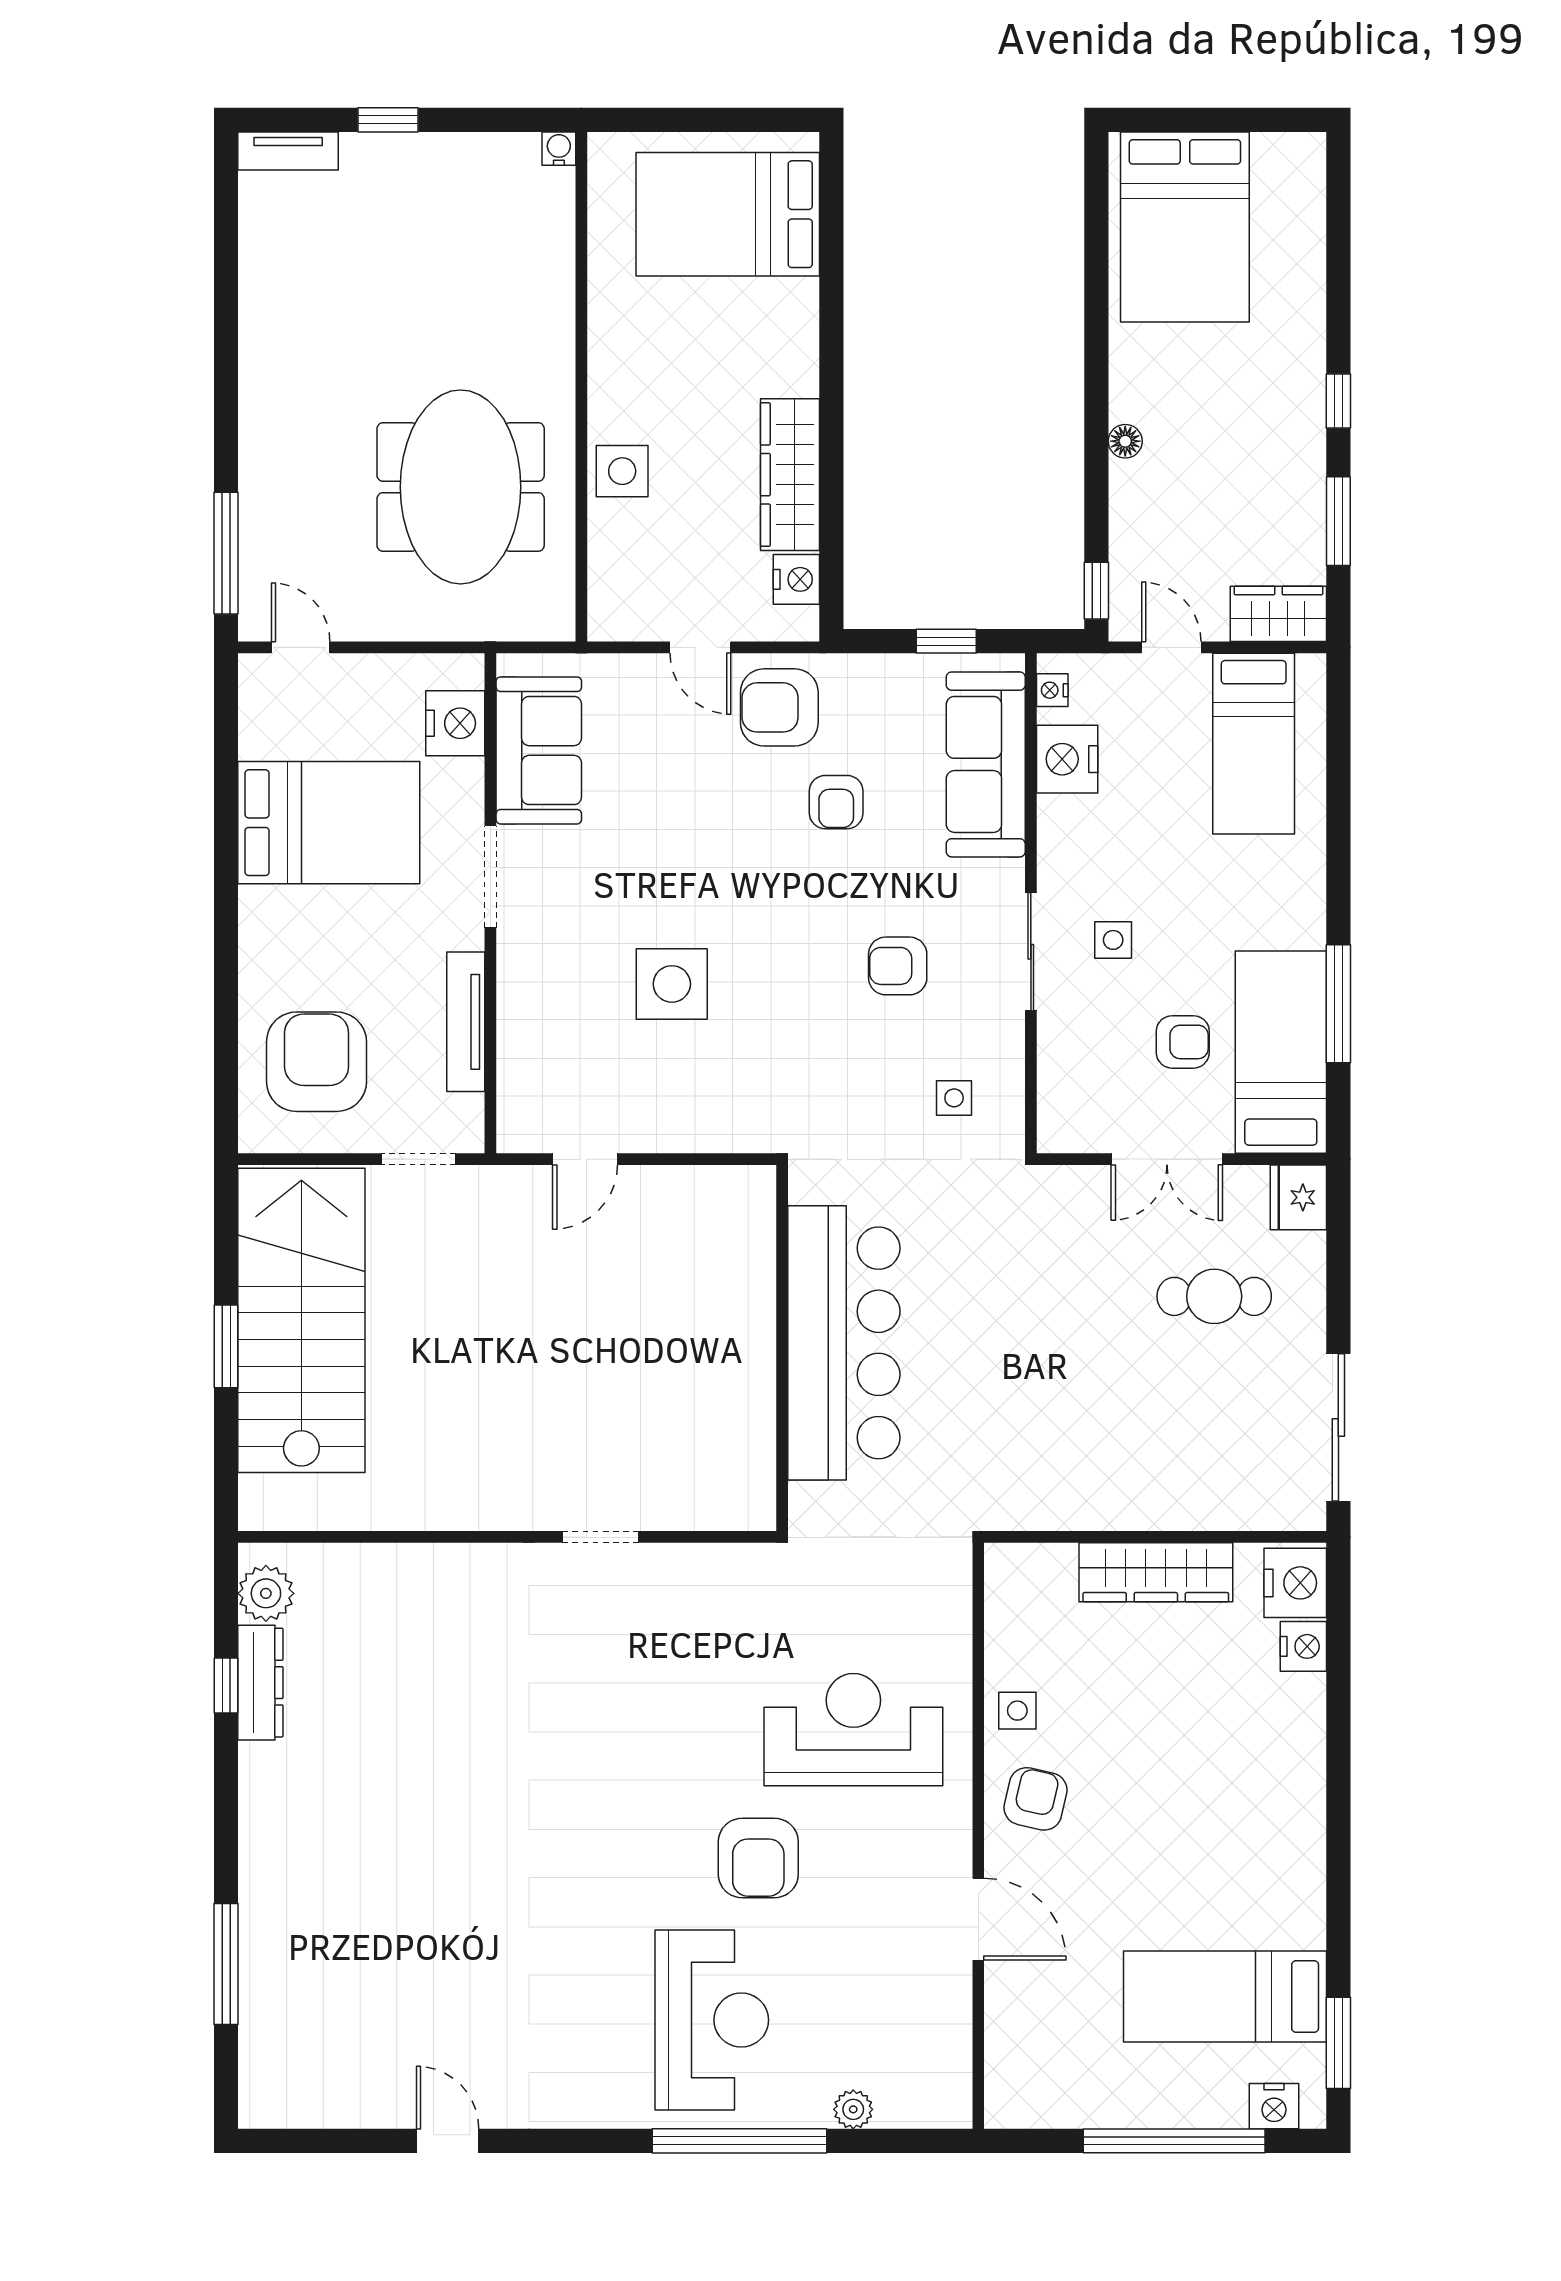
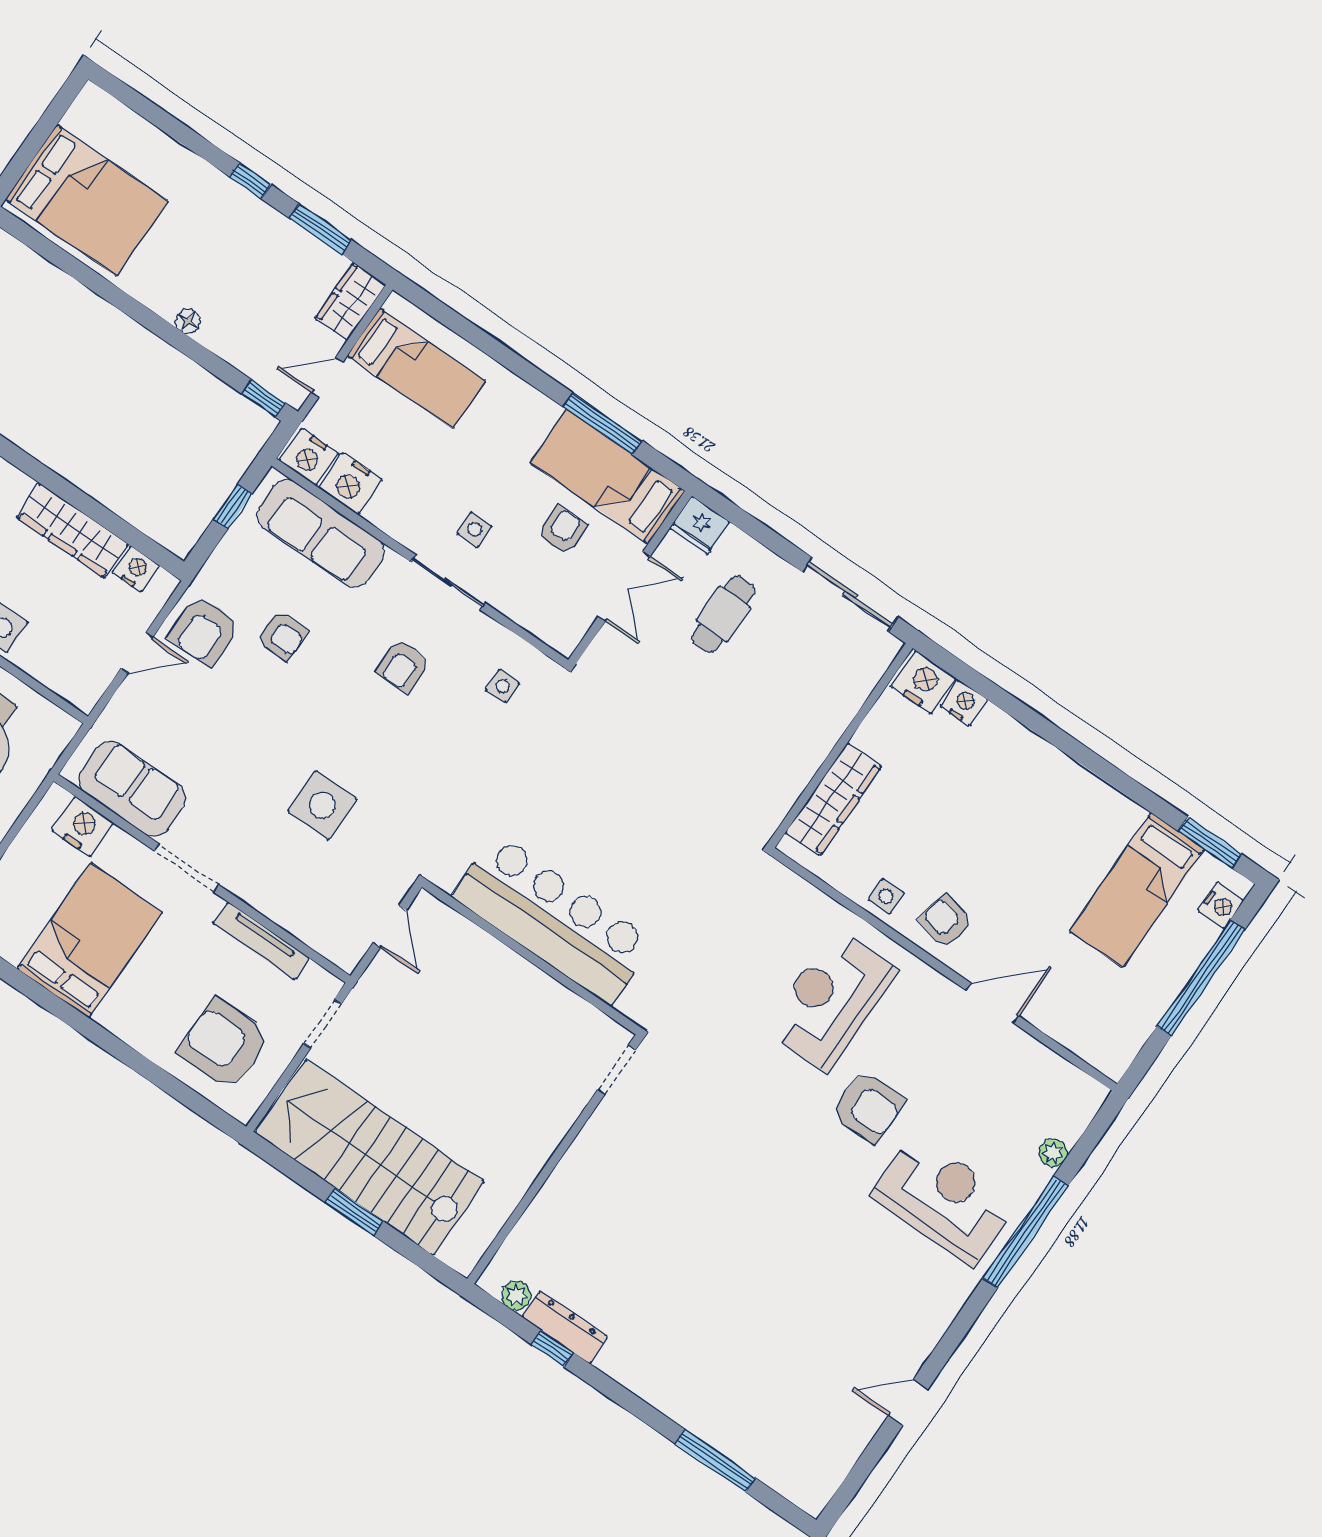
nightstand: (1052, 690) -> (309, 457), width x1.89, depth x1.79
bar counter: (844, 1343) -> (553, 919), moved
wall: (782, 1348) -> (531, 957), moved
wardrobe: (1156, 1572) -> (834, 799), moved
plant: (266, 1593) -> (516, 1296), width x0.73, depth x0.73

